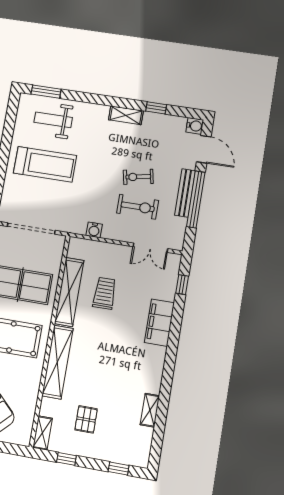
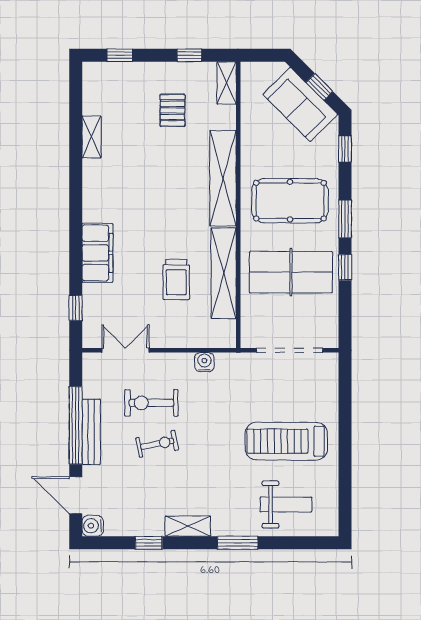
window: (46, 92) -> (238, 543), moved

